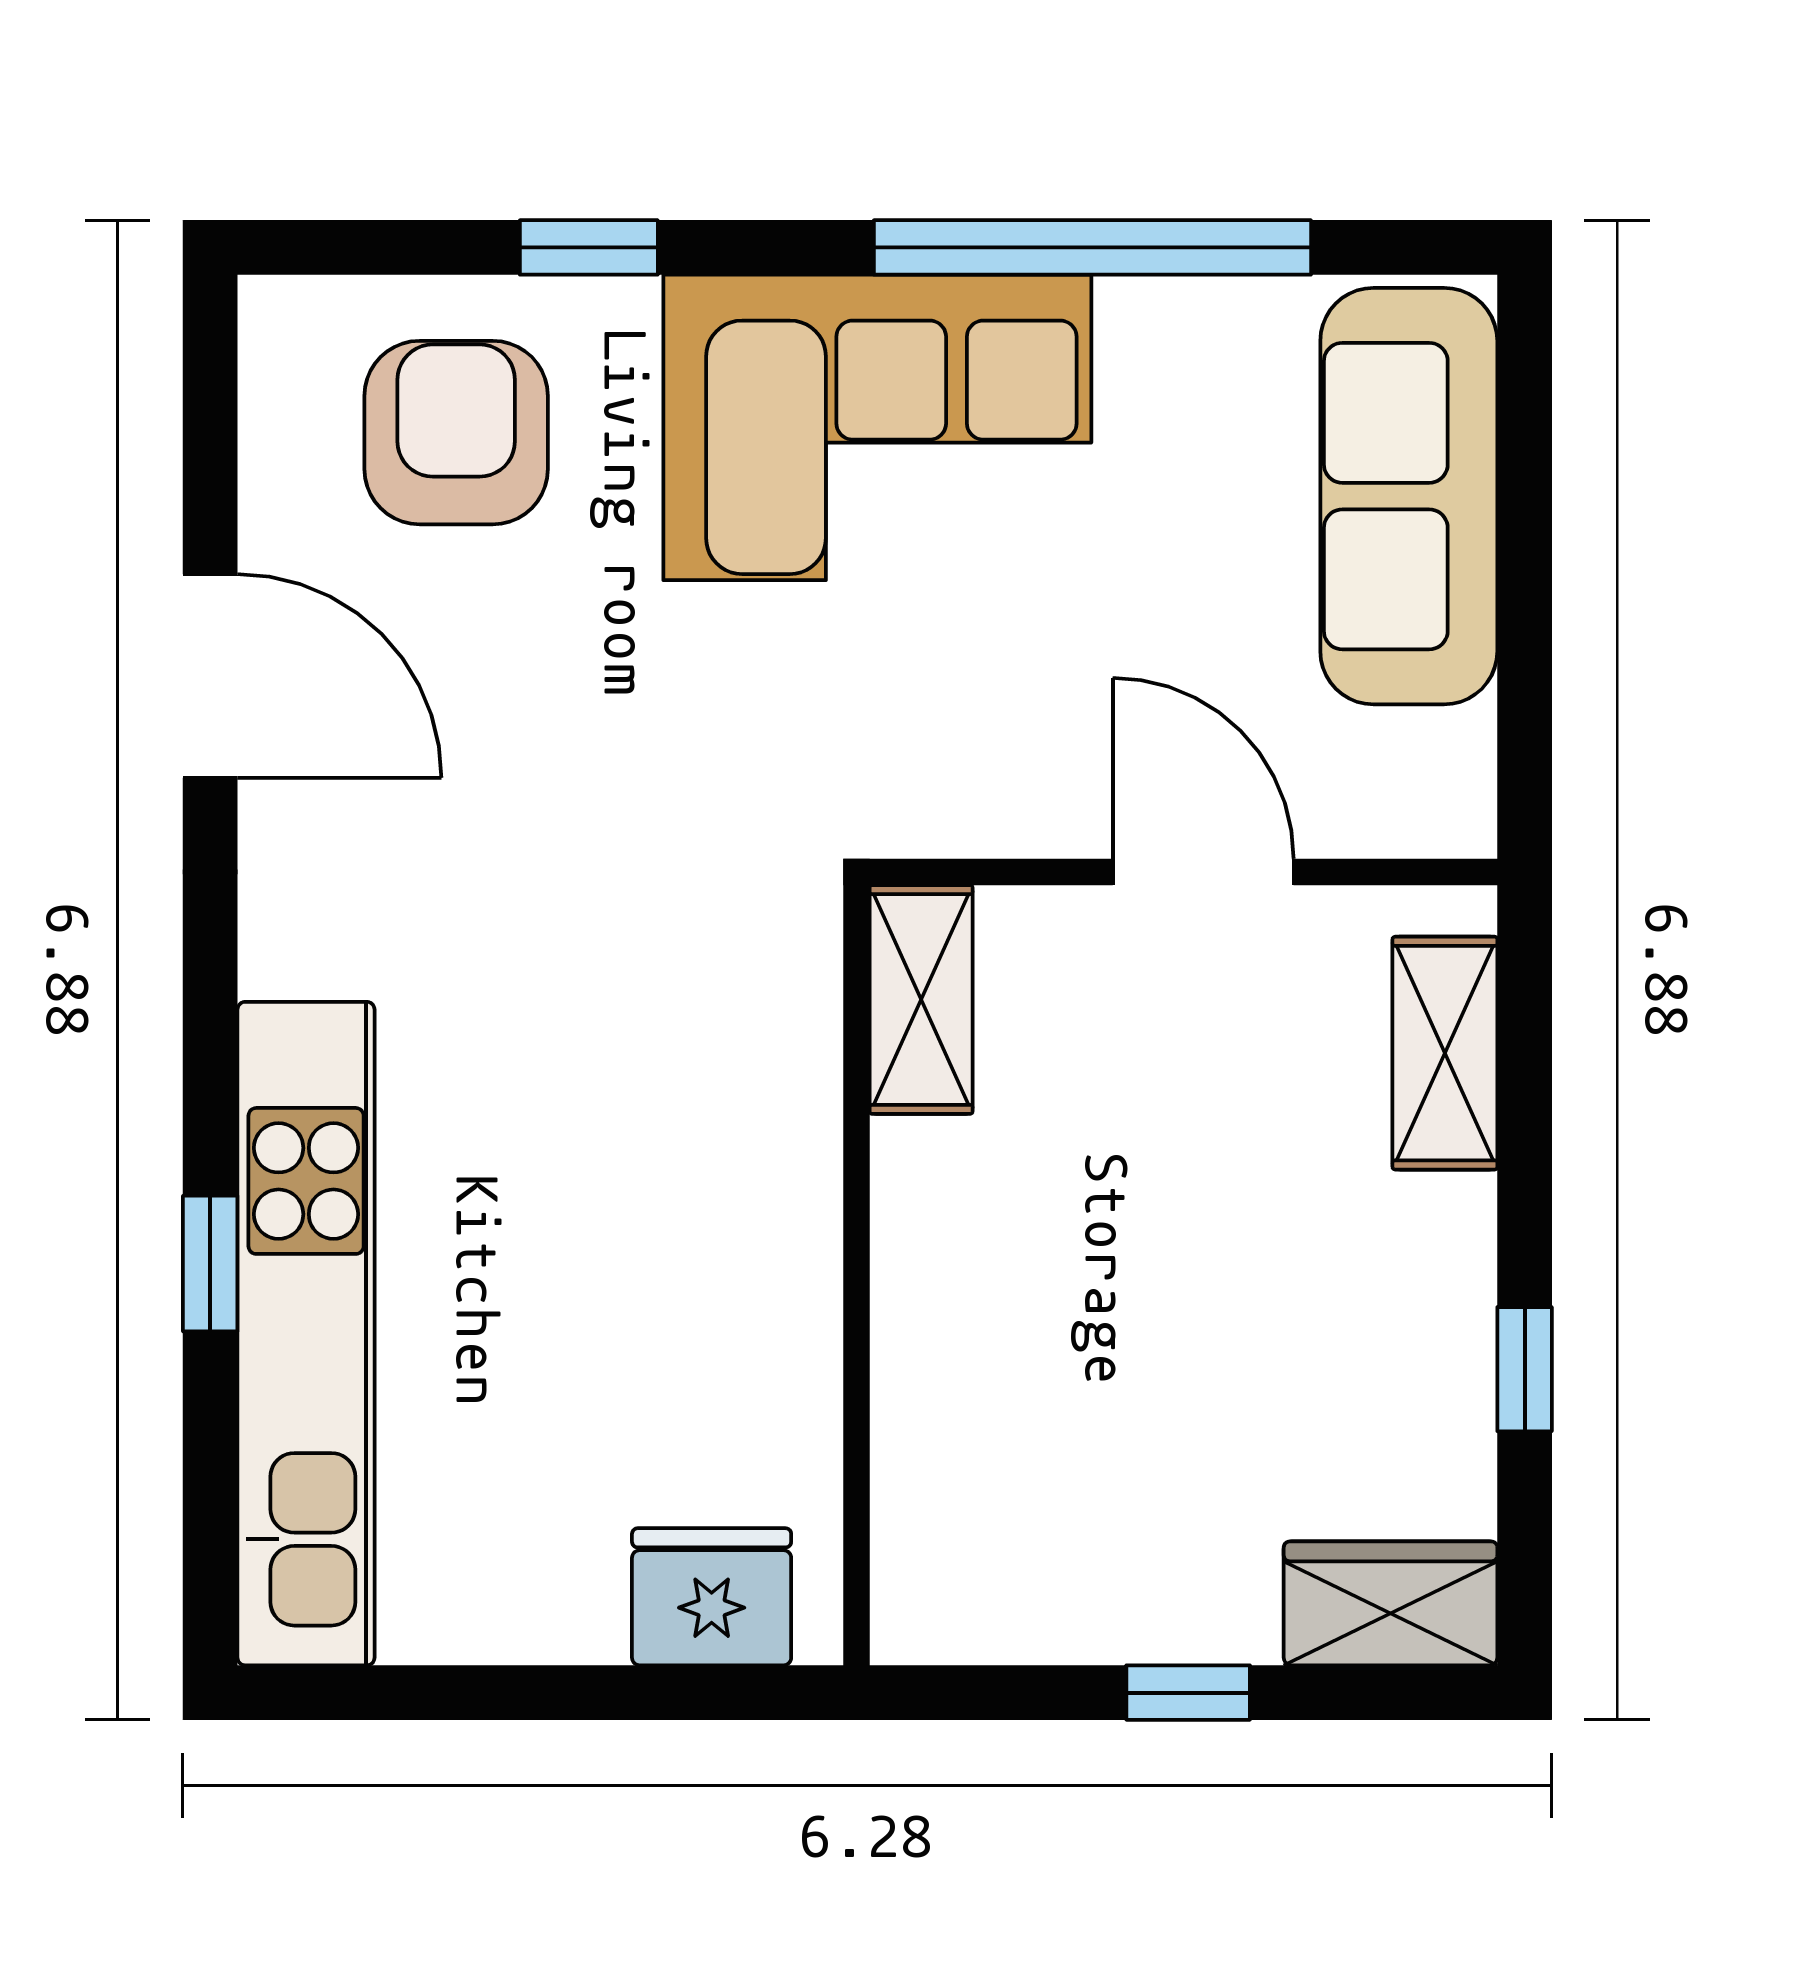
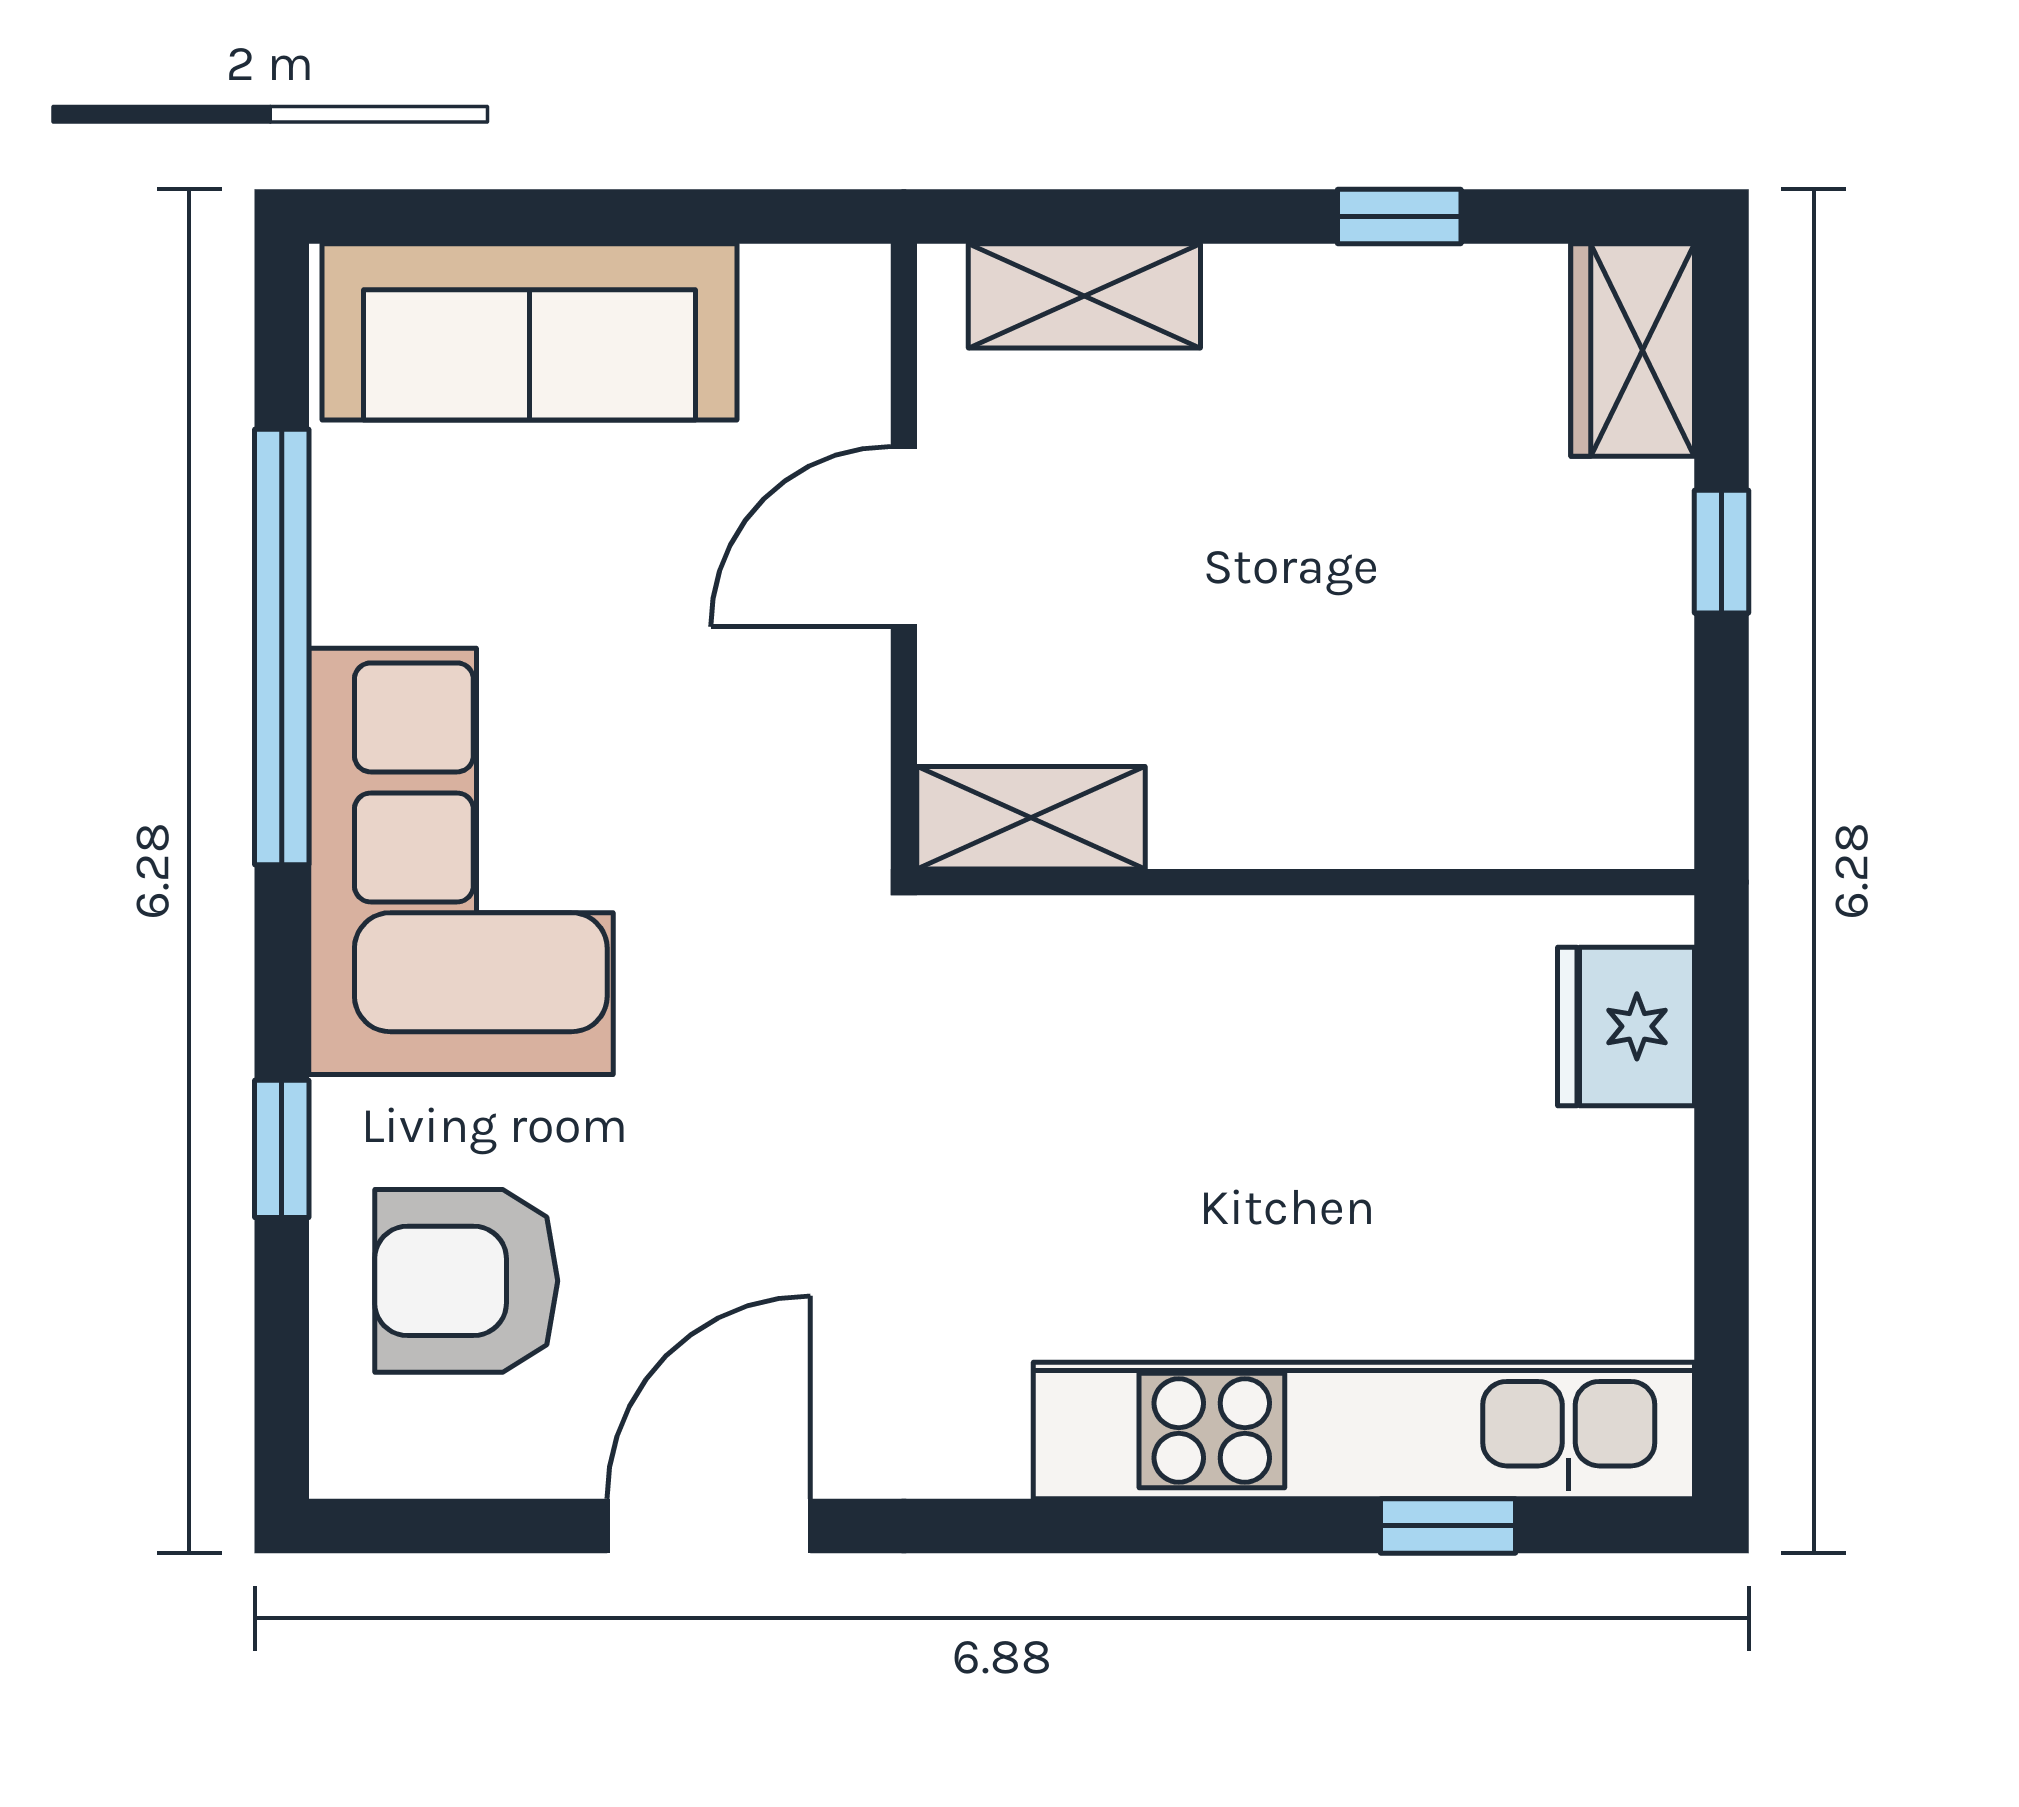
window: (210, 1264) -> (1448, 1526), moved

